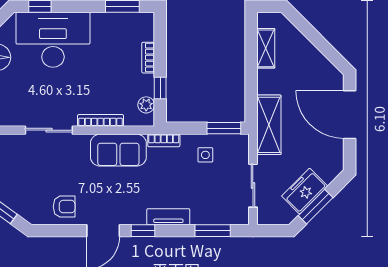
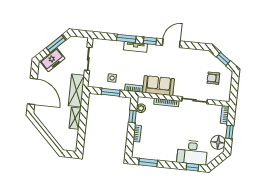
desk: (53, 40) -> (192, 152), width x0.73, depth x0.77
shelving: (266, 48) -> (75, 118), moved
window: (224, 128) -> (111, 92), moved
freezer: (305, 191) -> (52, 60), moved
armchair: (64, 207) -> (213, 78), moved
window: (213, 231) -> (126, 38), moved

